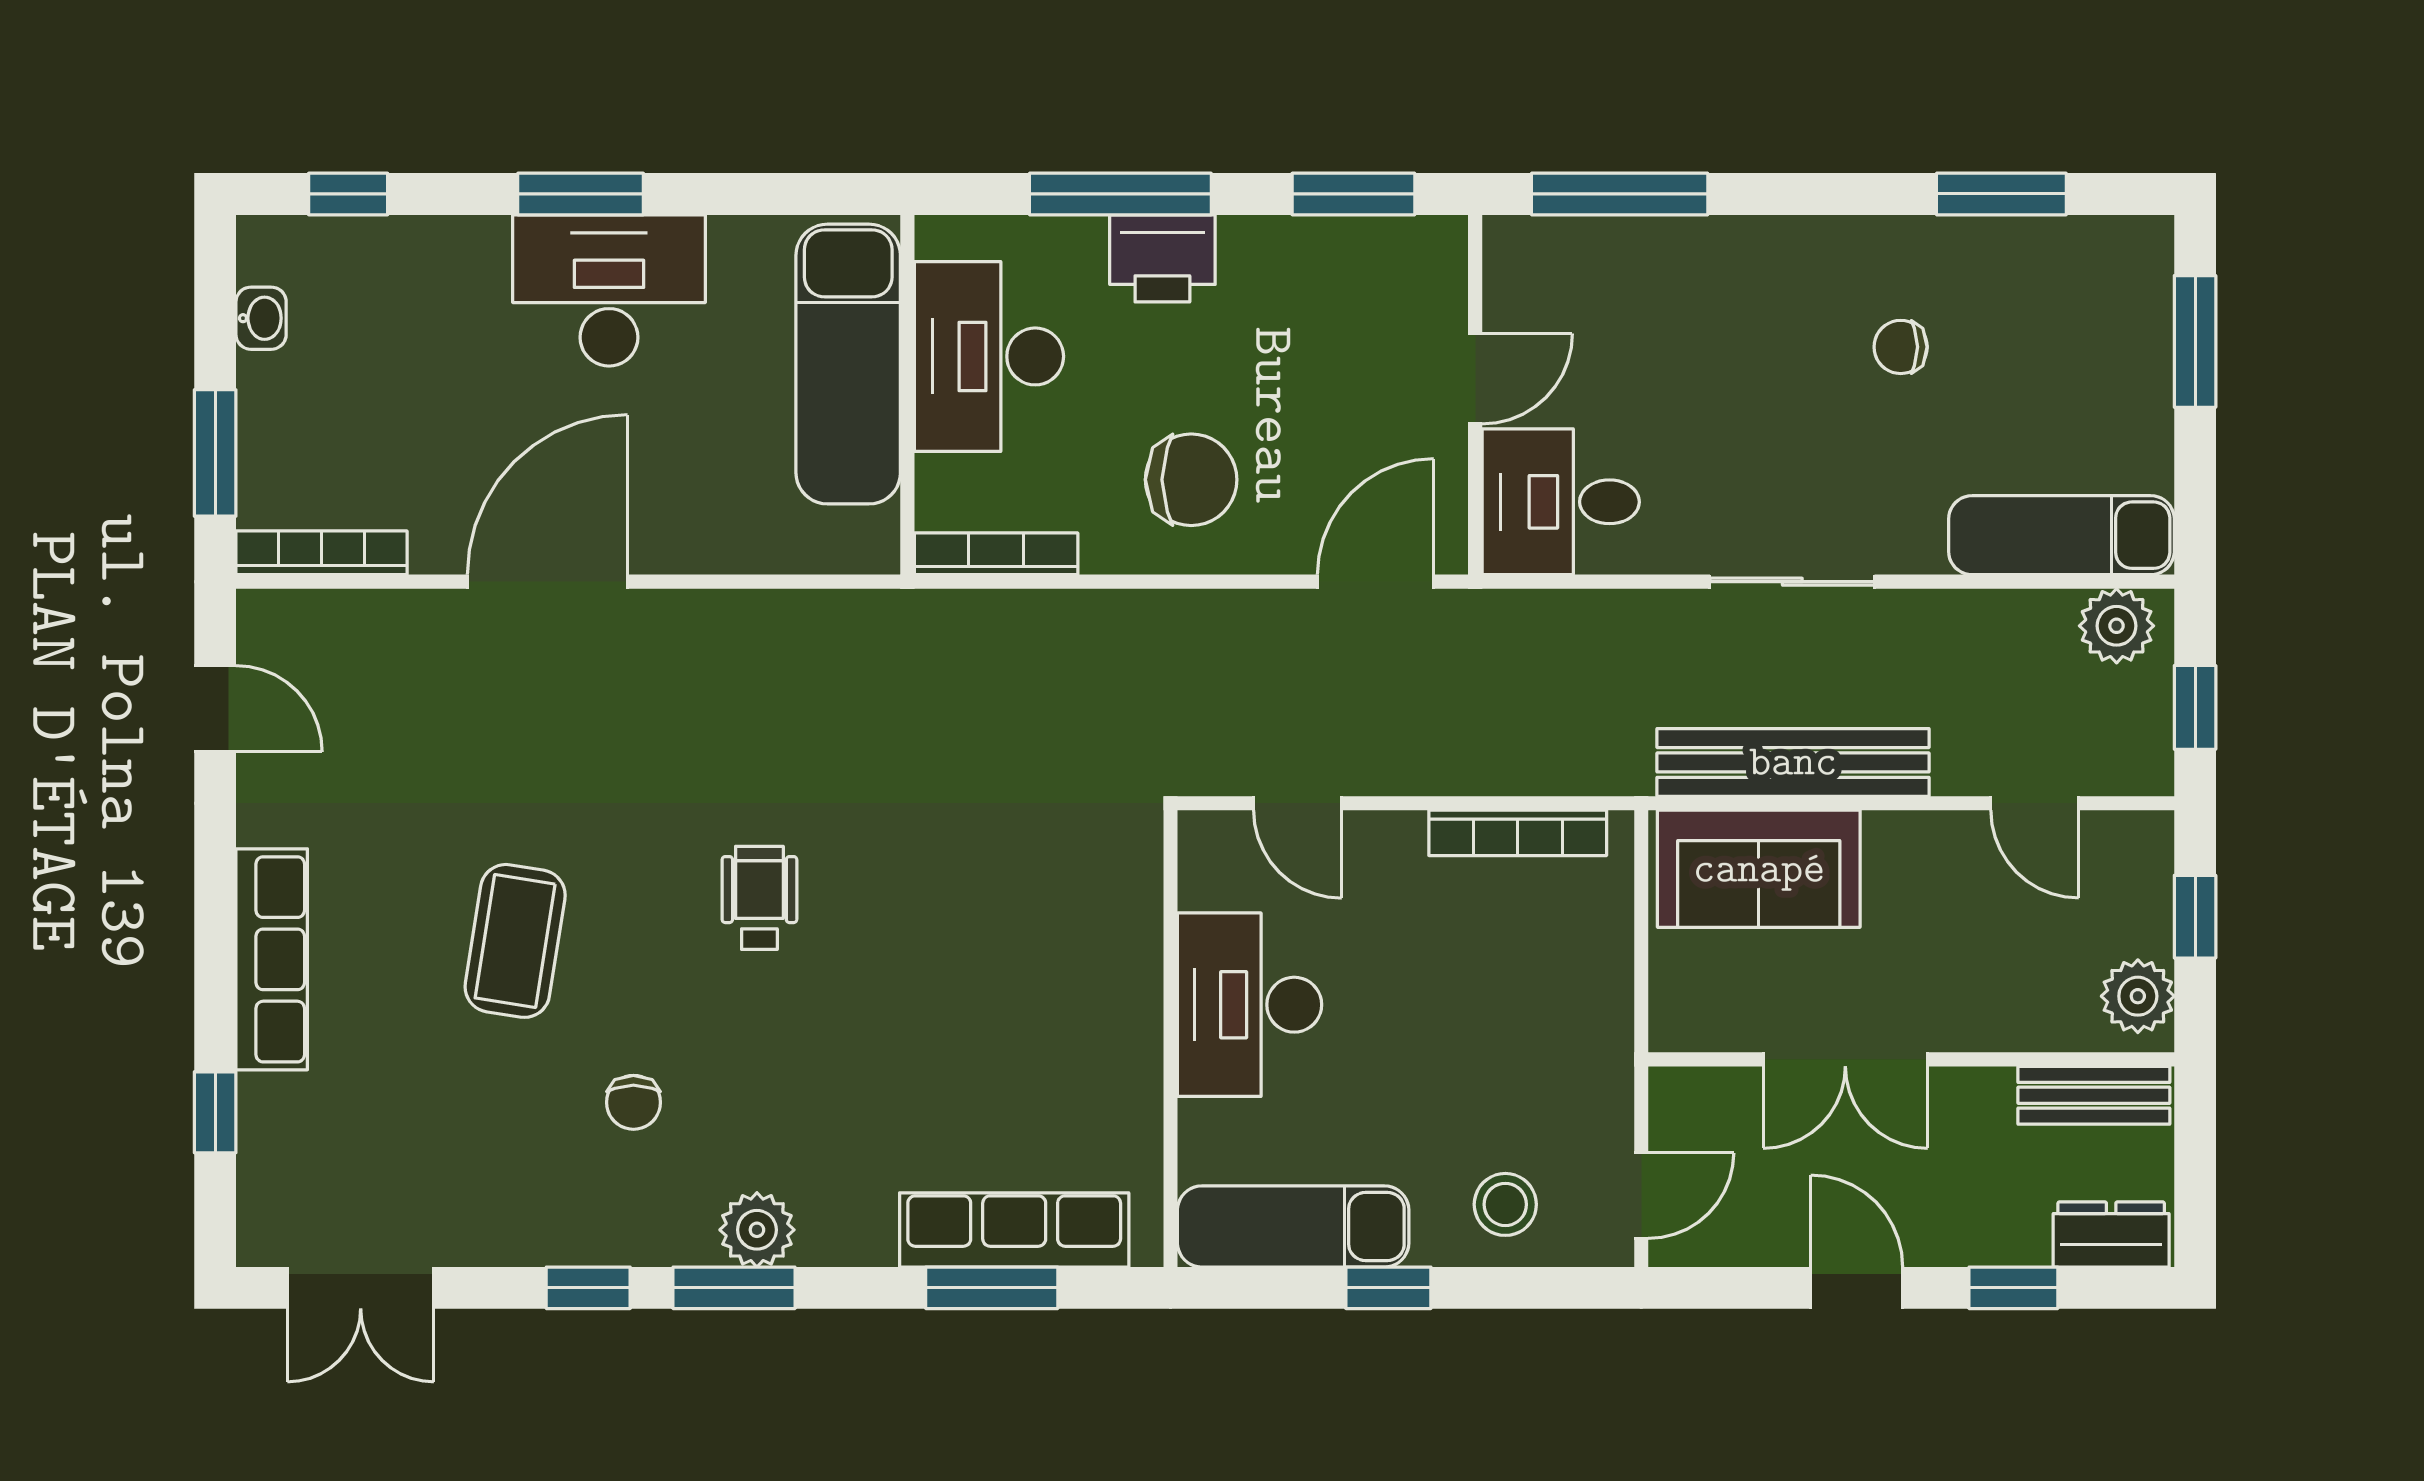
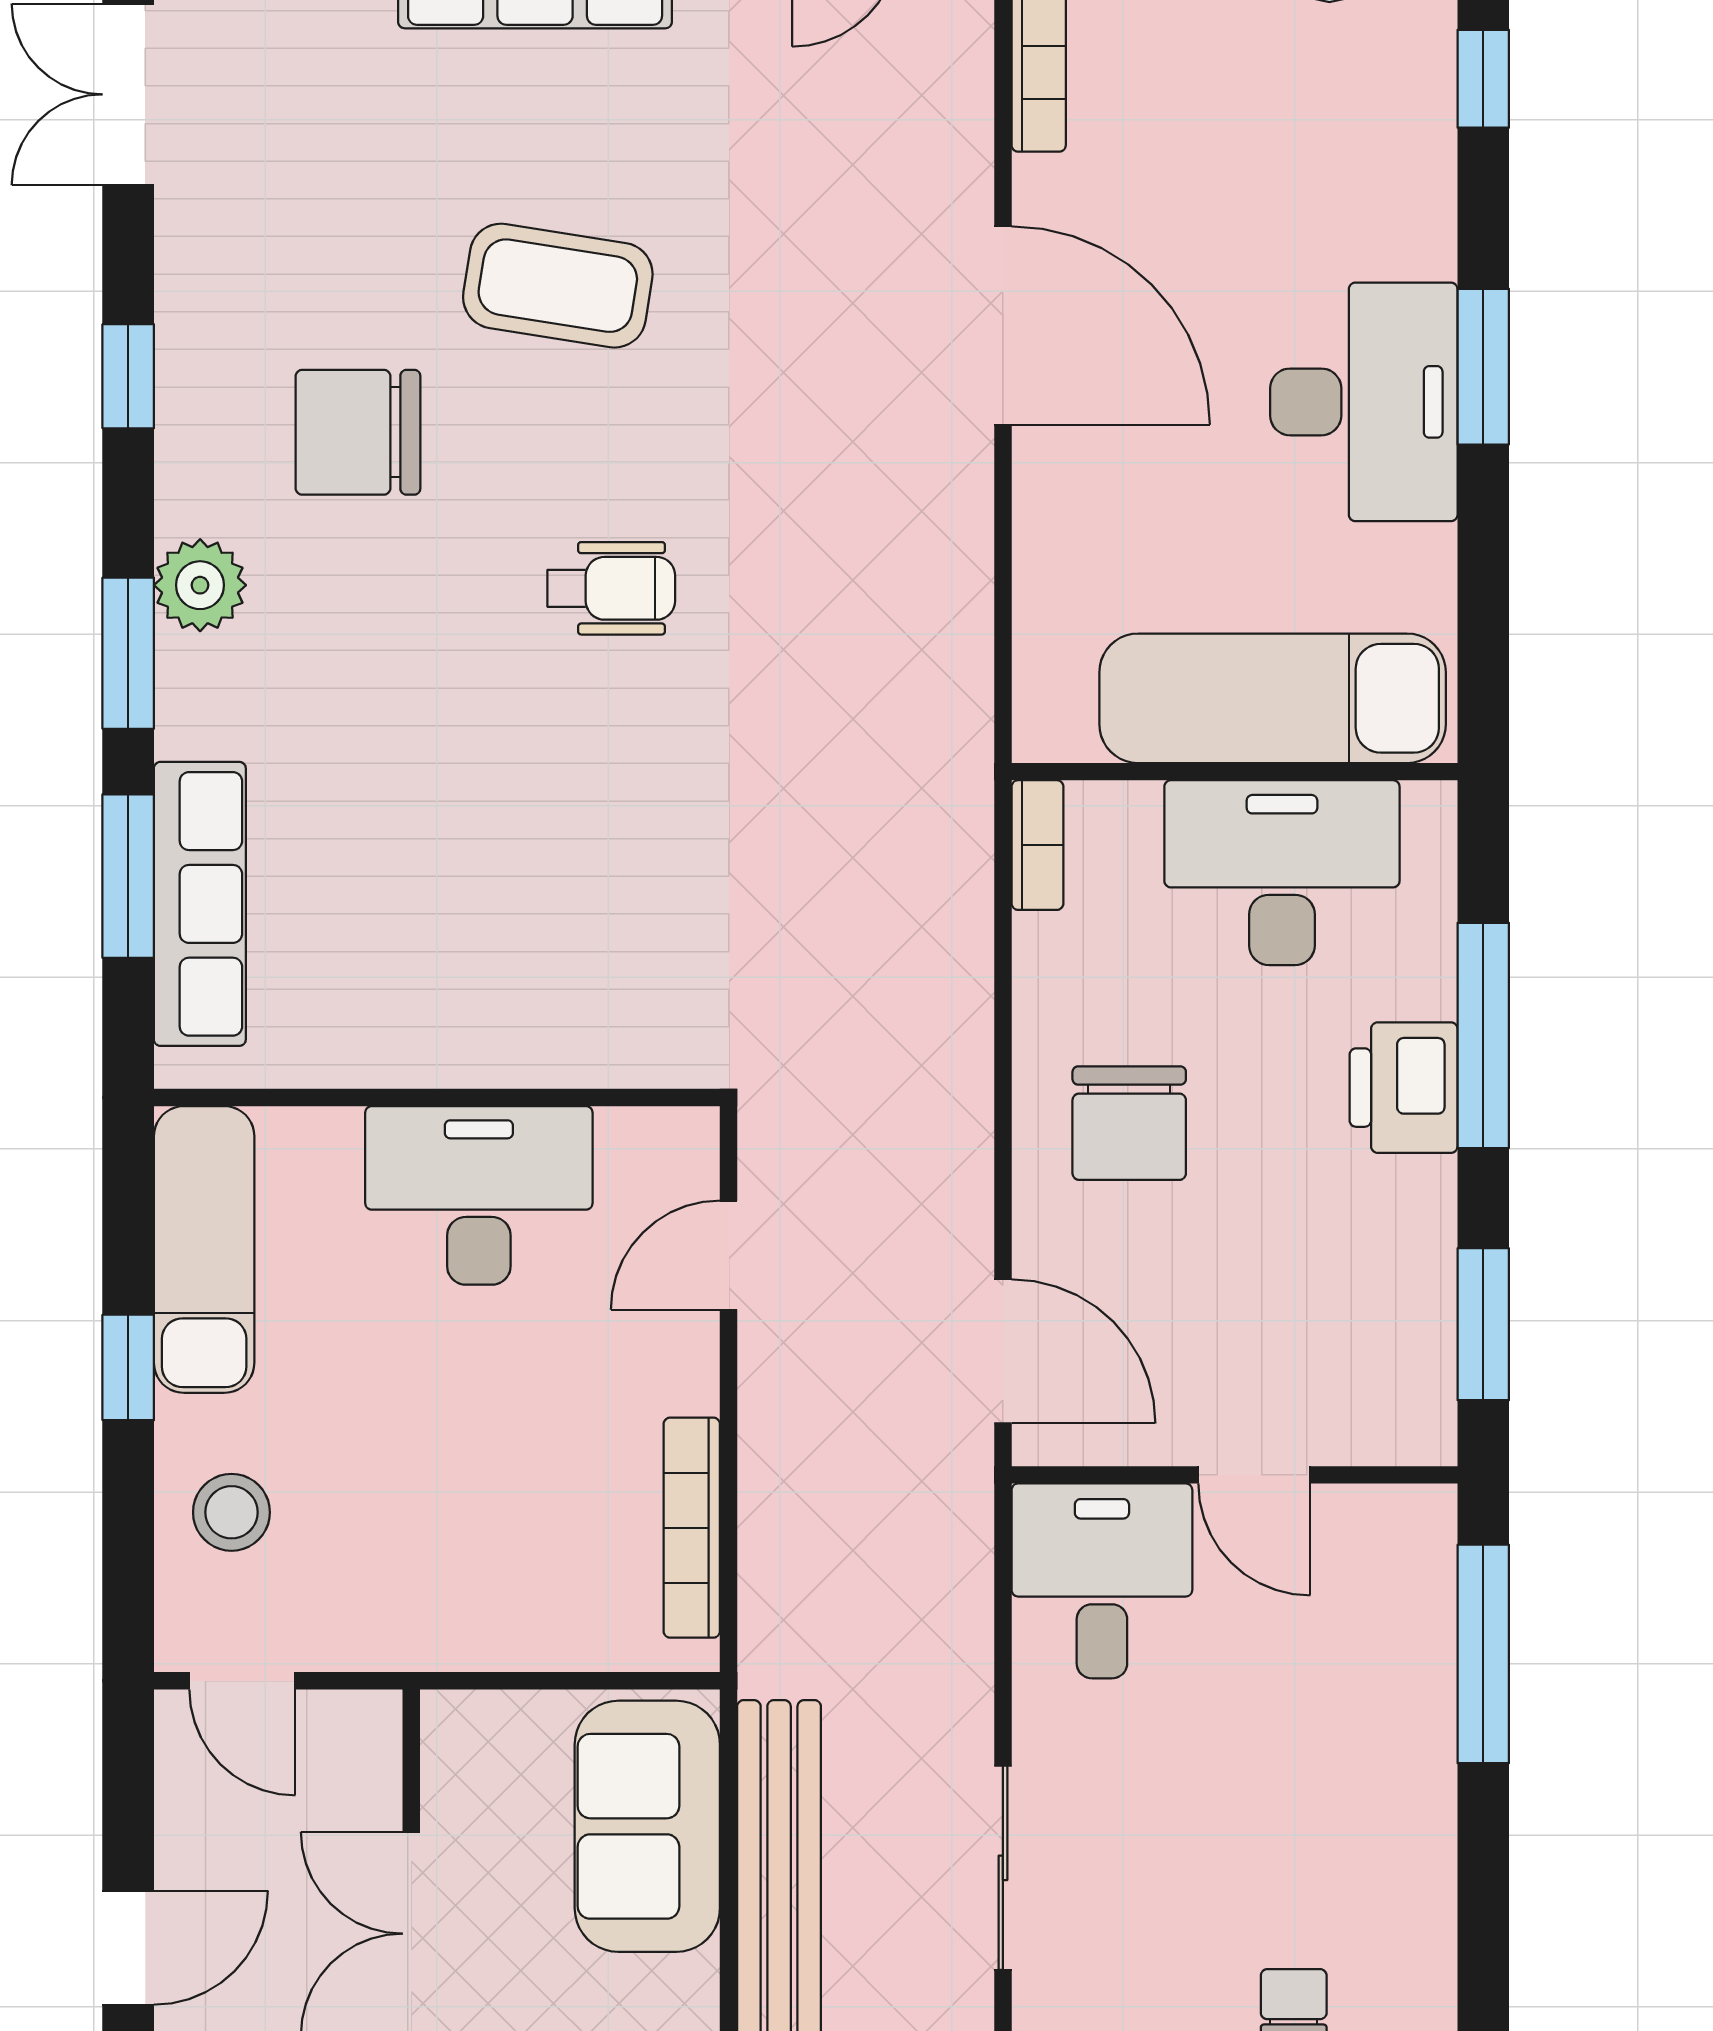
bookcase: (996, 554) -> (1037, 845), width x0.64
chair: (633, 1102) -> (358, 432), width x1.87, depth x1.87
window: (734, 1288) -> (128, 653), moved

